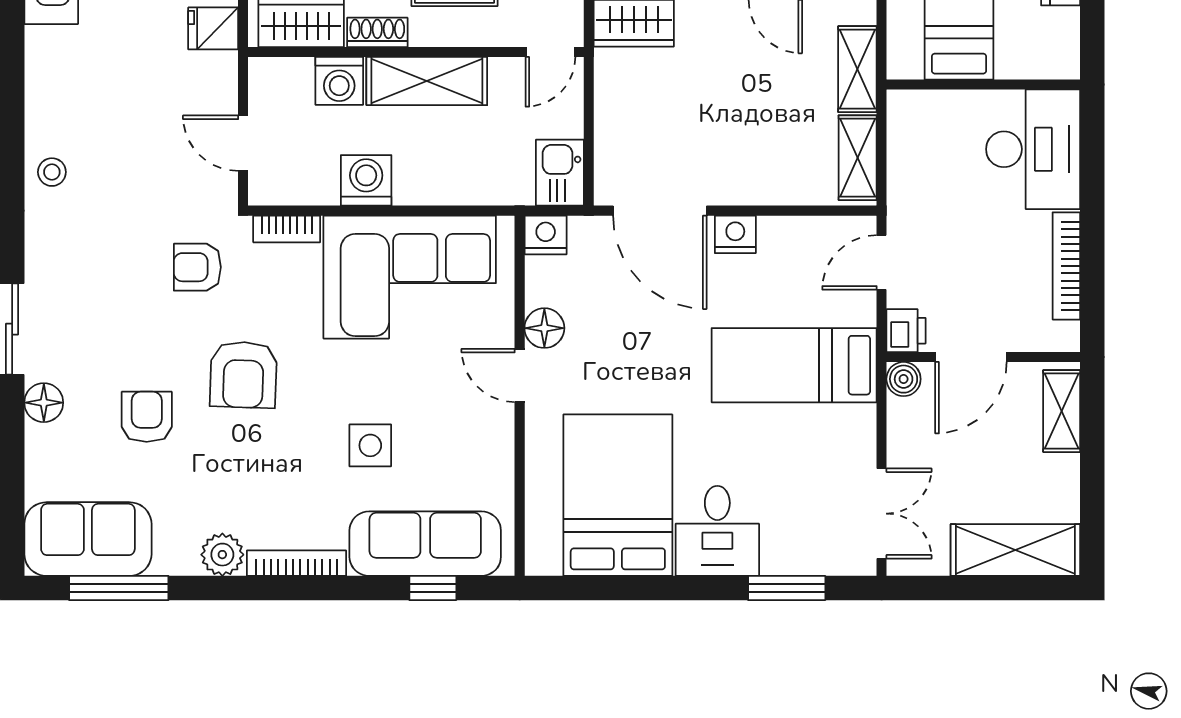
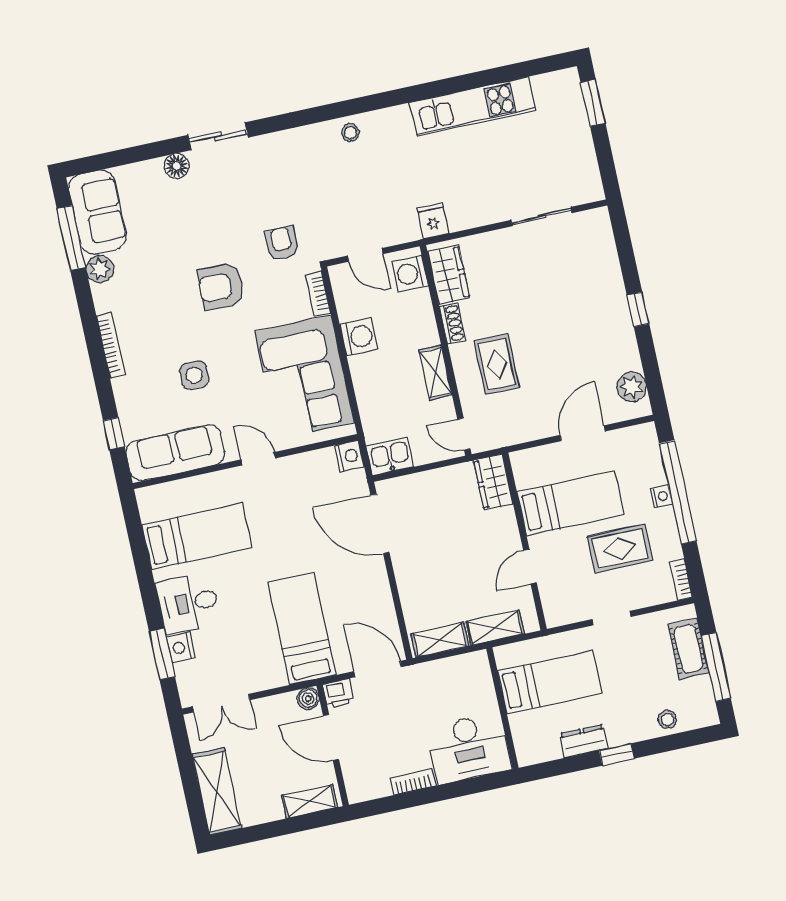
washing machine: (339, 81) -> (410, 273), moved
shelving: (427, 81) -> (436, 373), width x0.67, depth x0.75
door: (243, 143) -> (365, 255), swing flipped
stool: (52, 172) -> (350, 133), moved
door: (660, 211) -> (380, 524), hinge flipped
nightstand: (735, 234) -> (181, 647), moved, turned 180
door: (882, 262) -> (378, 669), width x1.37
bookcase: (1066, 266) -> (413, 782), width x0.64
floor lamp: (544, 328) -> (291, 468), removed
door: (520, 375) -> (258, 459), hinge flipped
armchair: (147, 417) -> (182, 232), removed
bed: (618, 495) -> (197, 536), width x0.67
sofa: (425, 544) -> (175, 453), moved, turned -90
plant: (222, 555) -> (100, 269), moved

